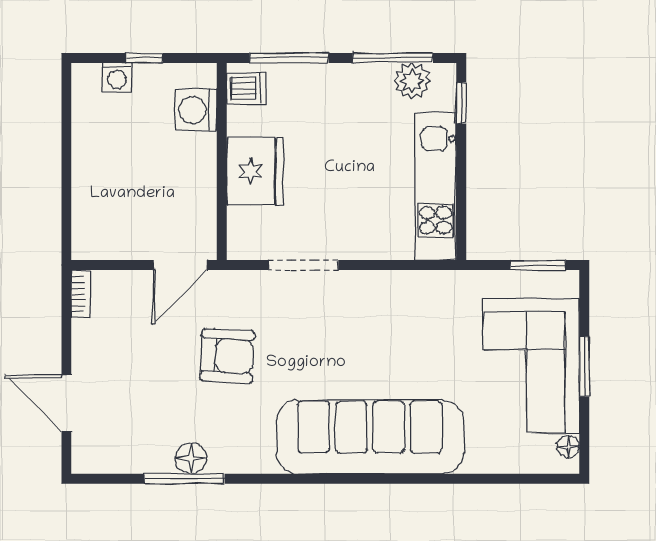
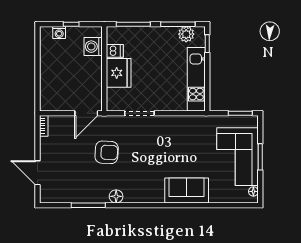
dishwasher: (246, 88) -> (115, 51), moved
sofa: (370, 437) -> (187, 191), width x0.54, depth x0.79
floor lamp: (191, 458) -> (116, 196), moved

